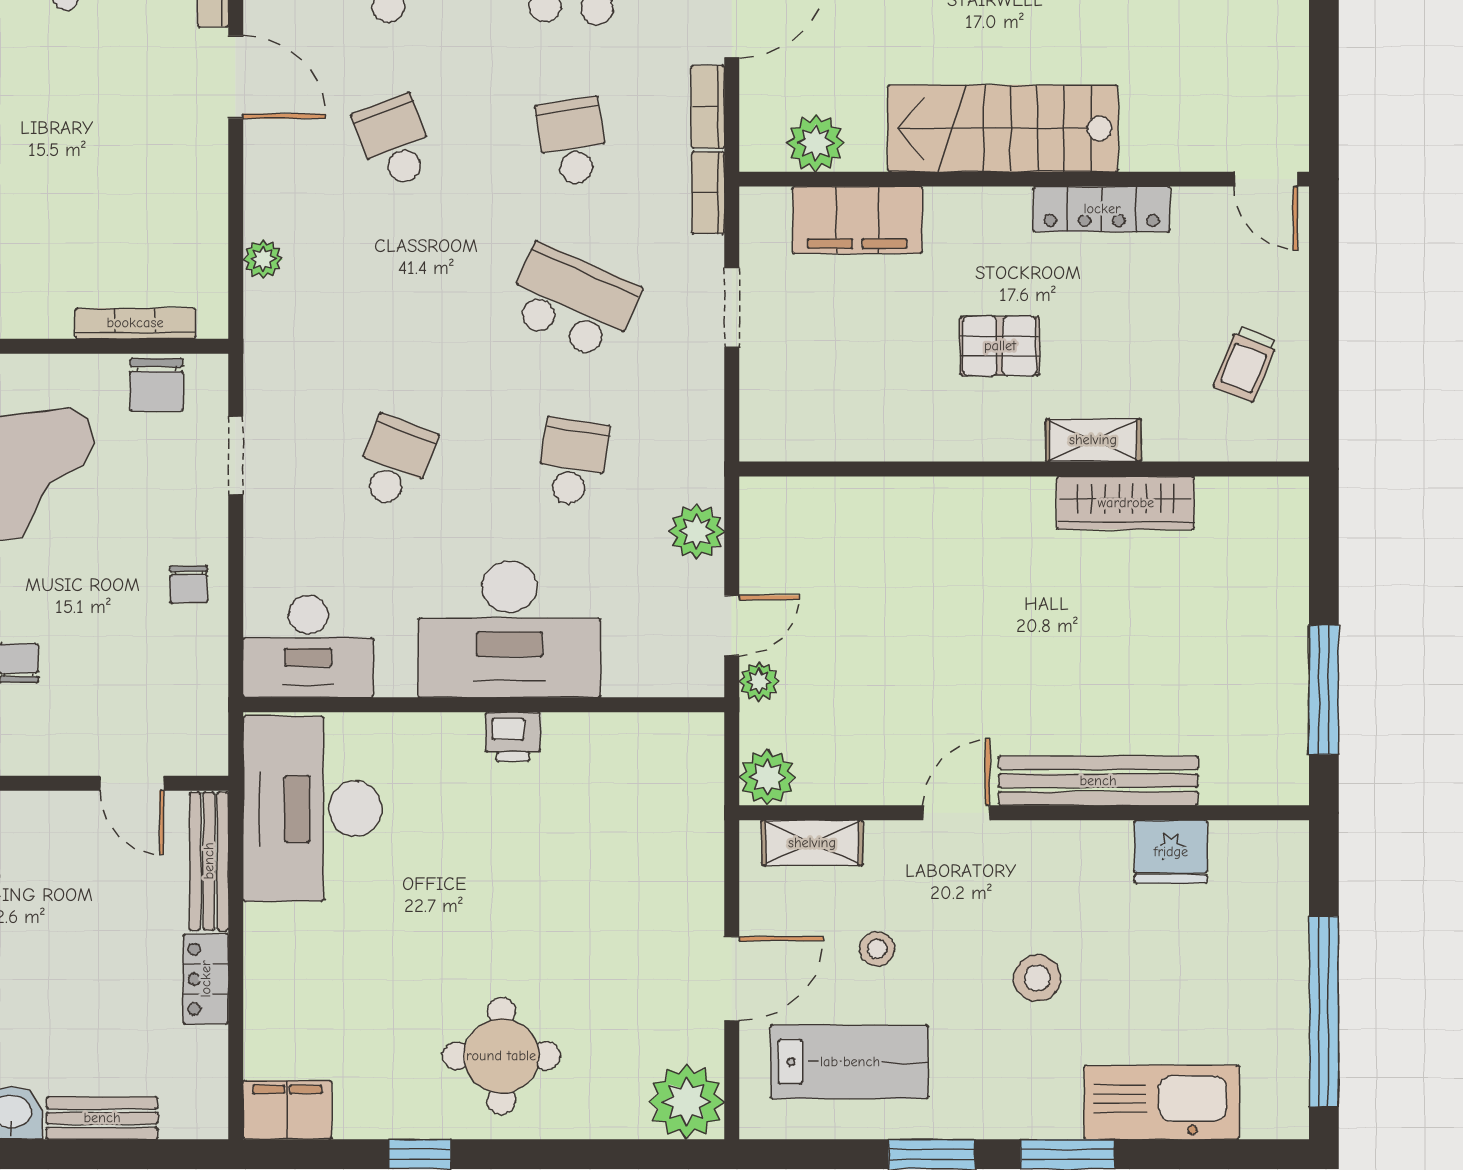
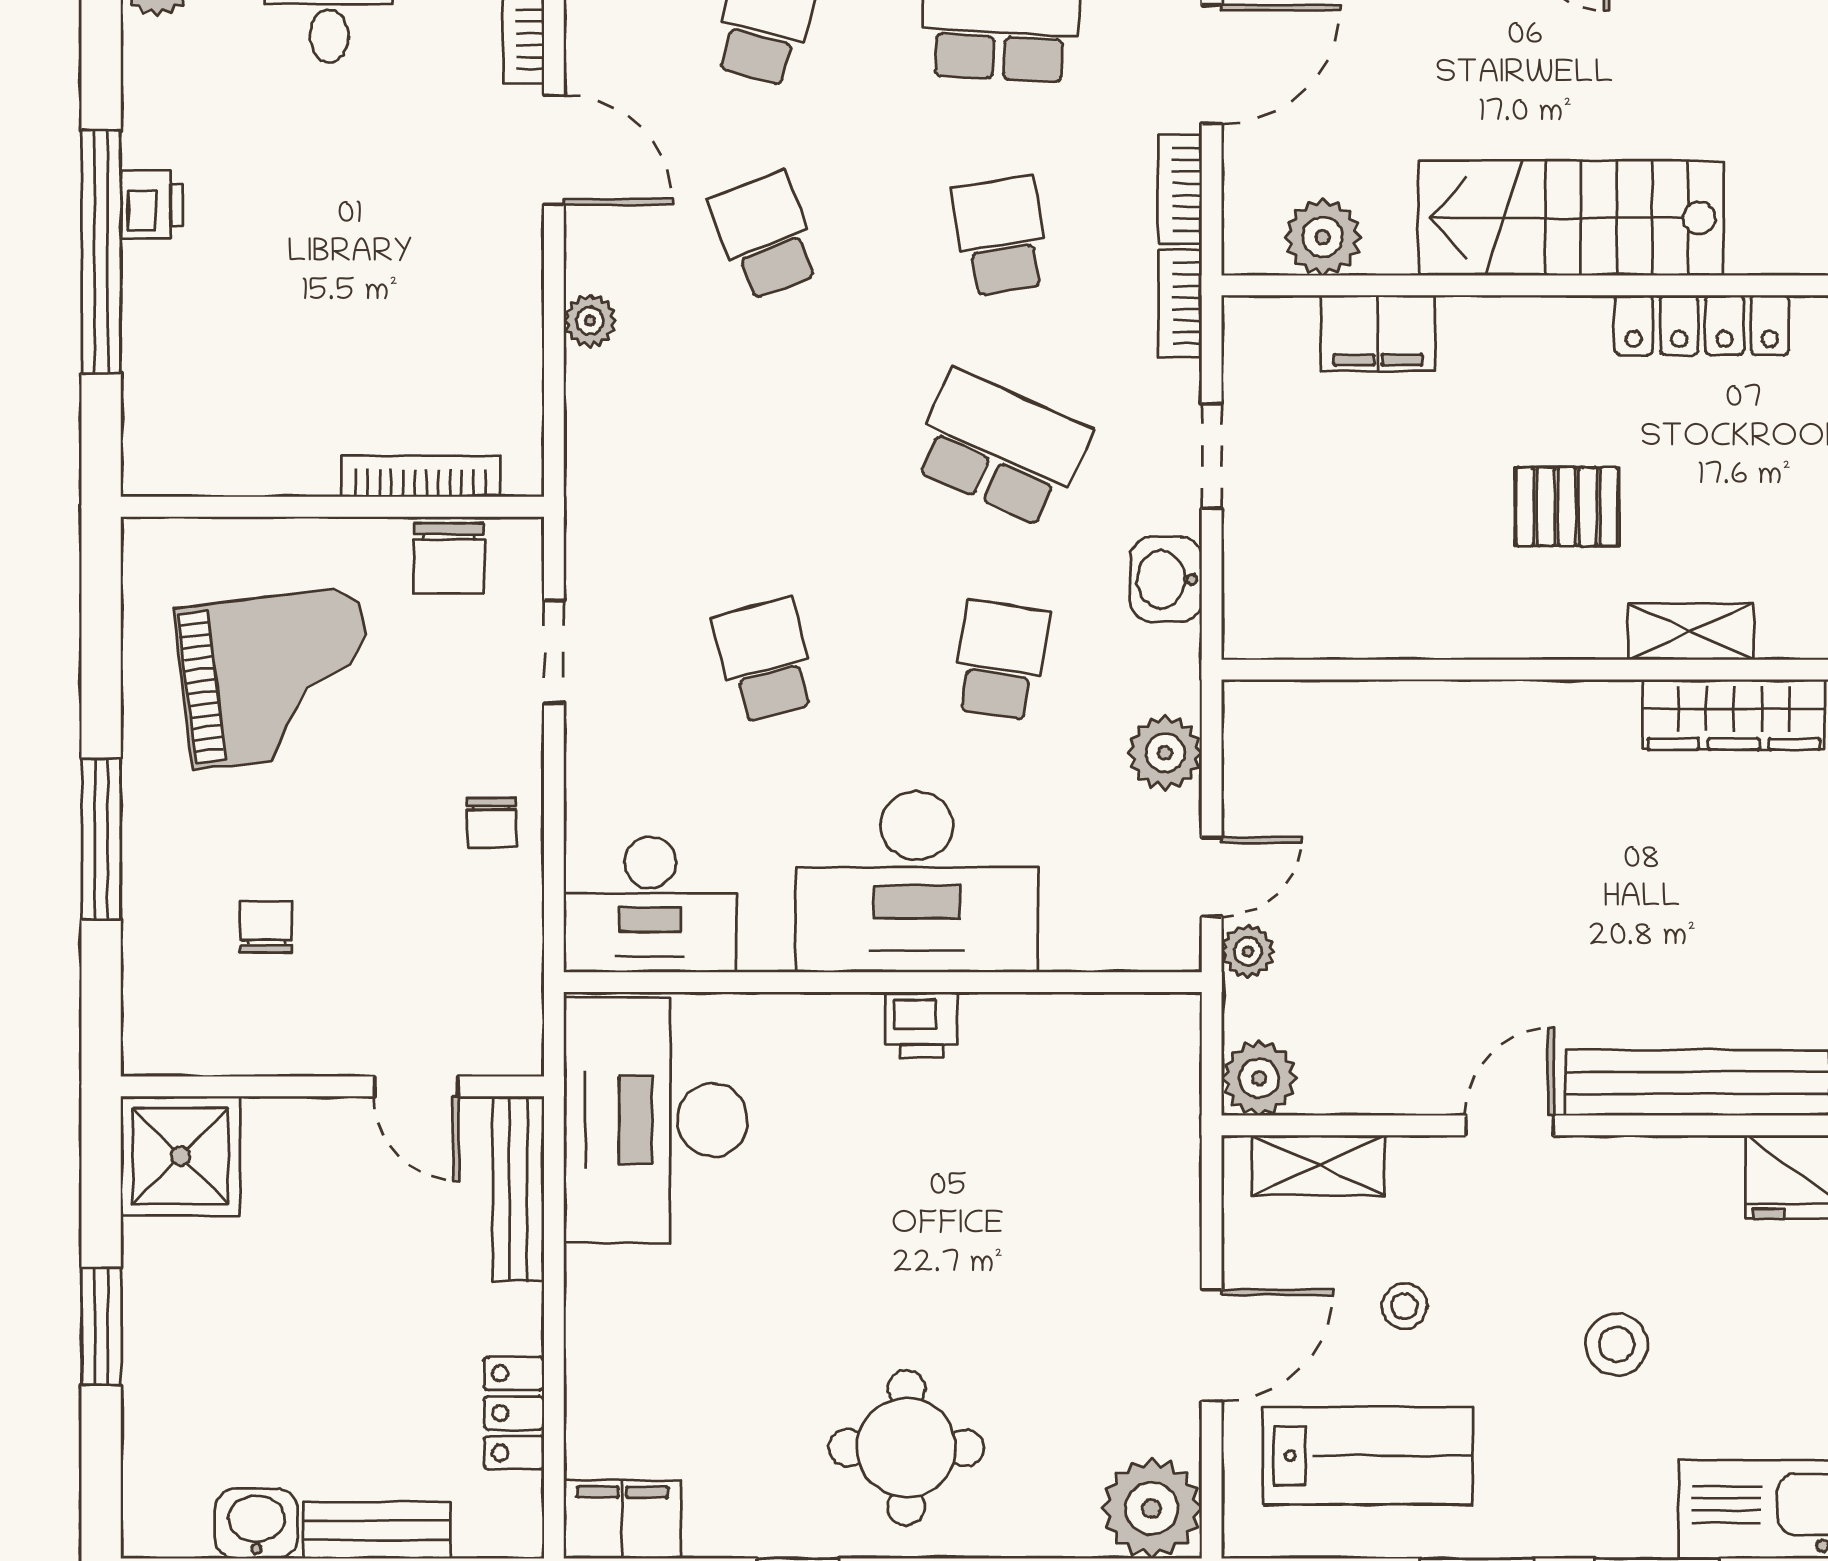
filing cabinet: (857, 220) -> (1378, 333), width x0.67, depth x0.86
plant: (263, 259) -> (590, 321), moved
washbasin: (697, 401) -> (1166, 579), added
school desk: (395, 462) -> (765, 660), turned -36
locker: (206, 979) -> (514, 1413), moved

